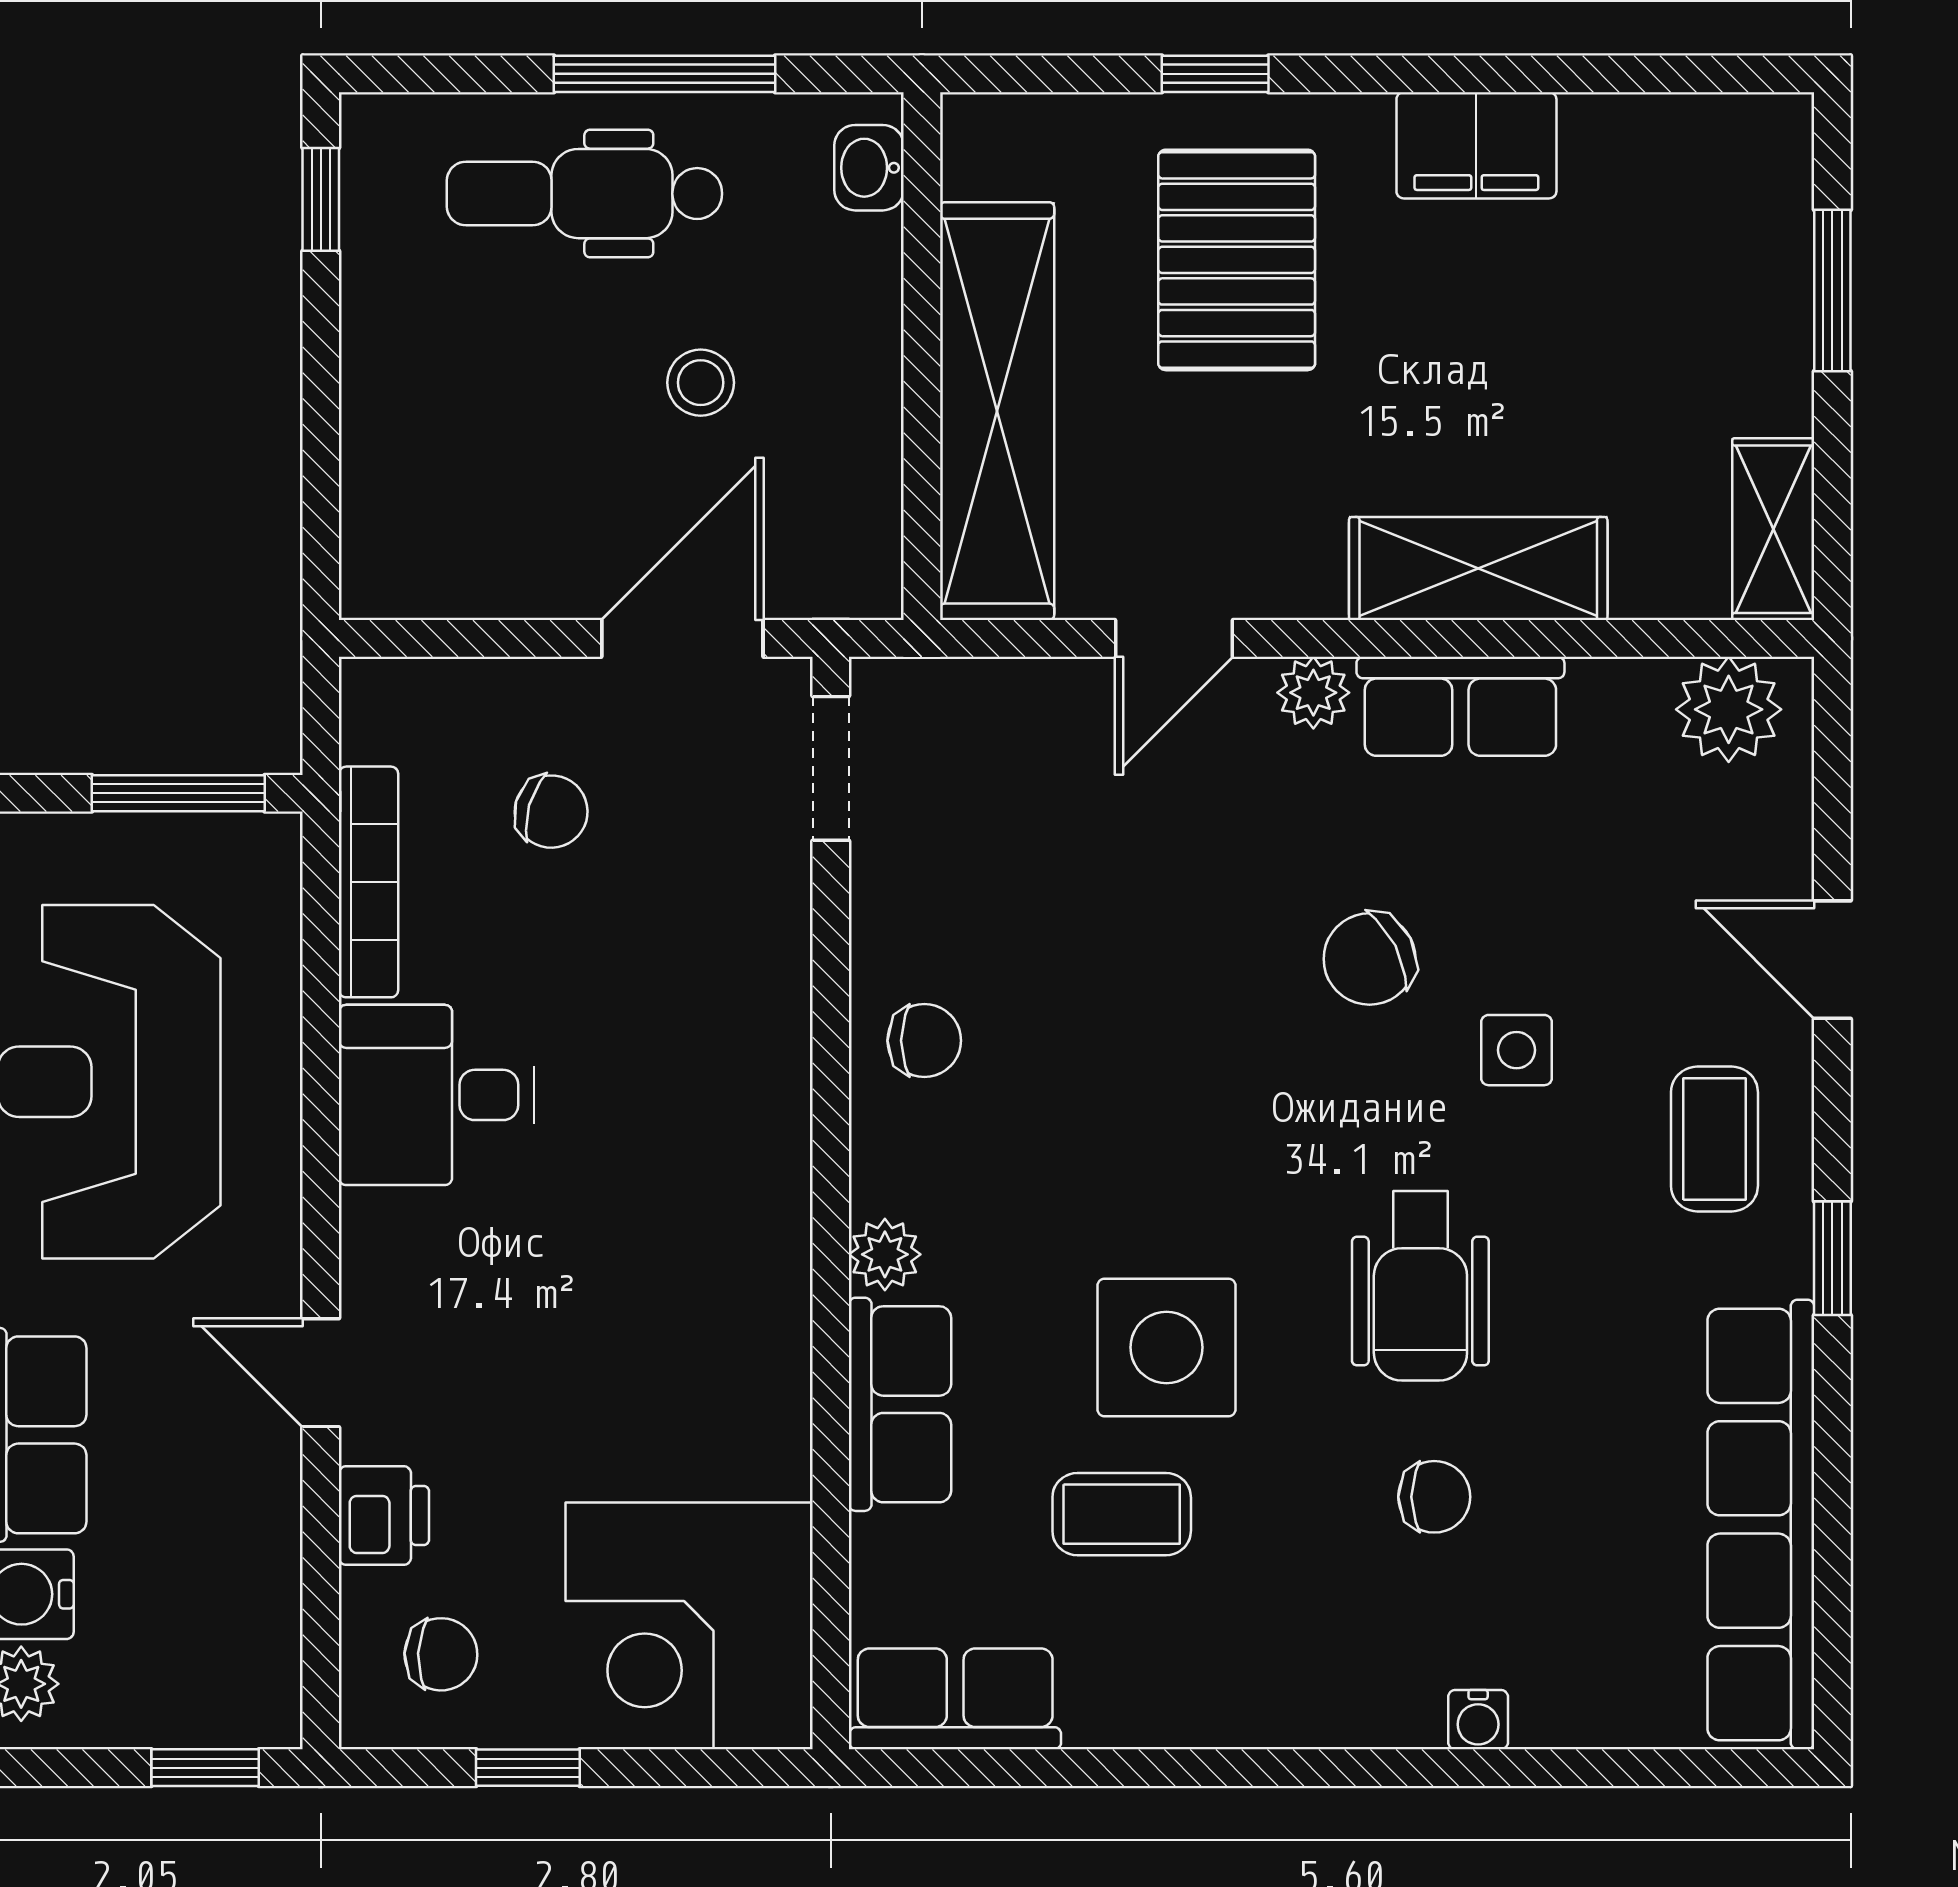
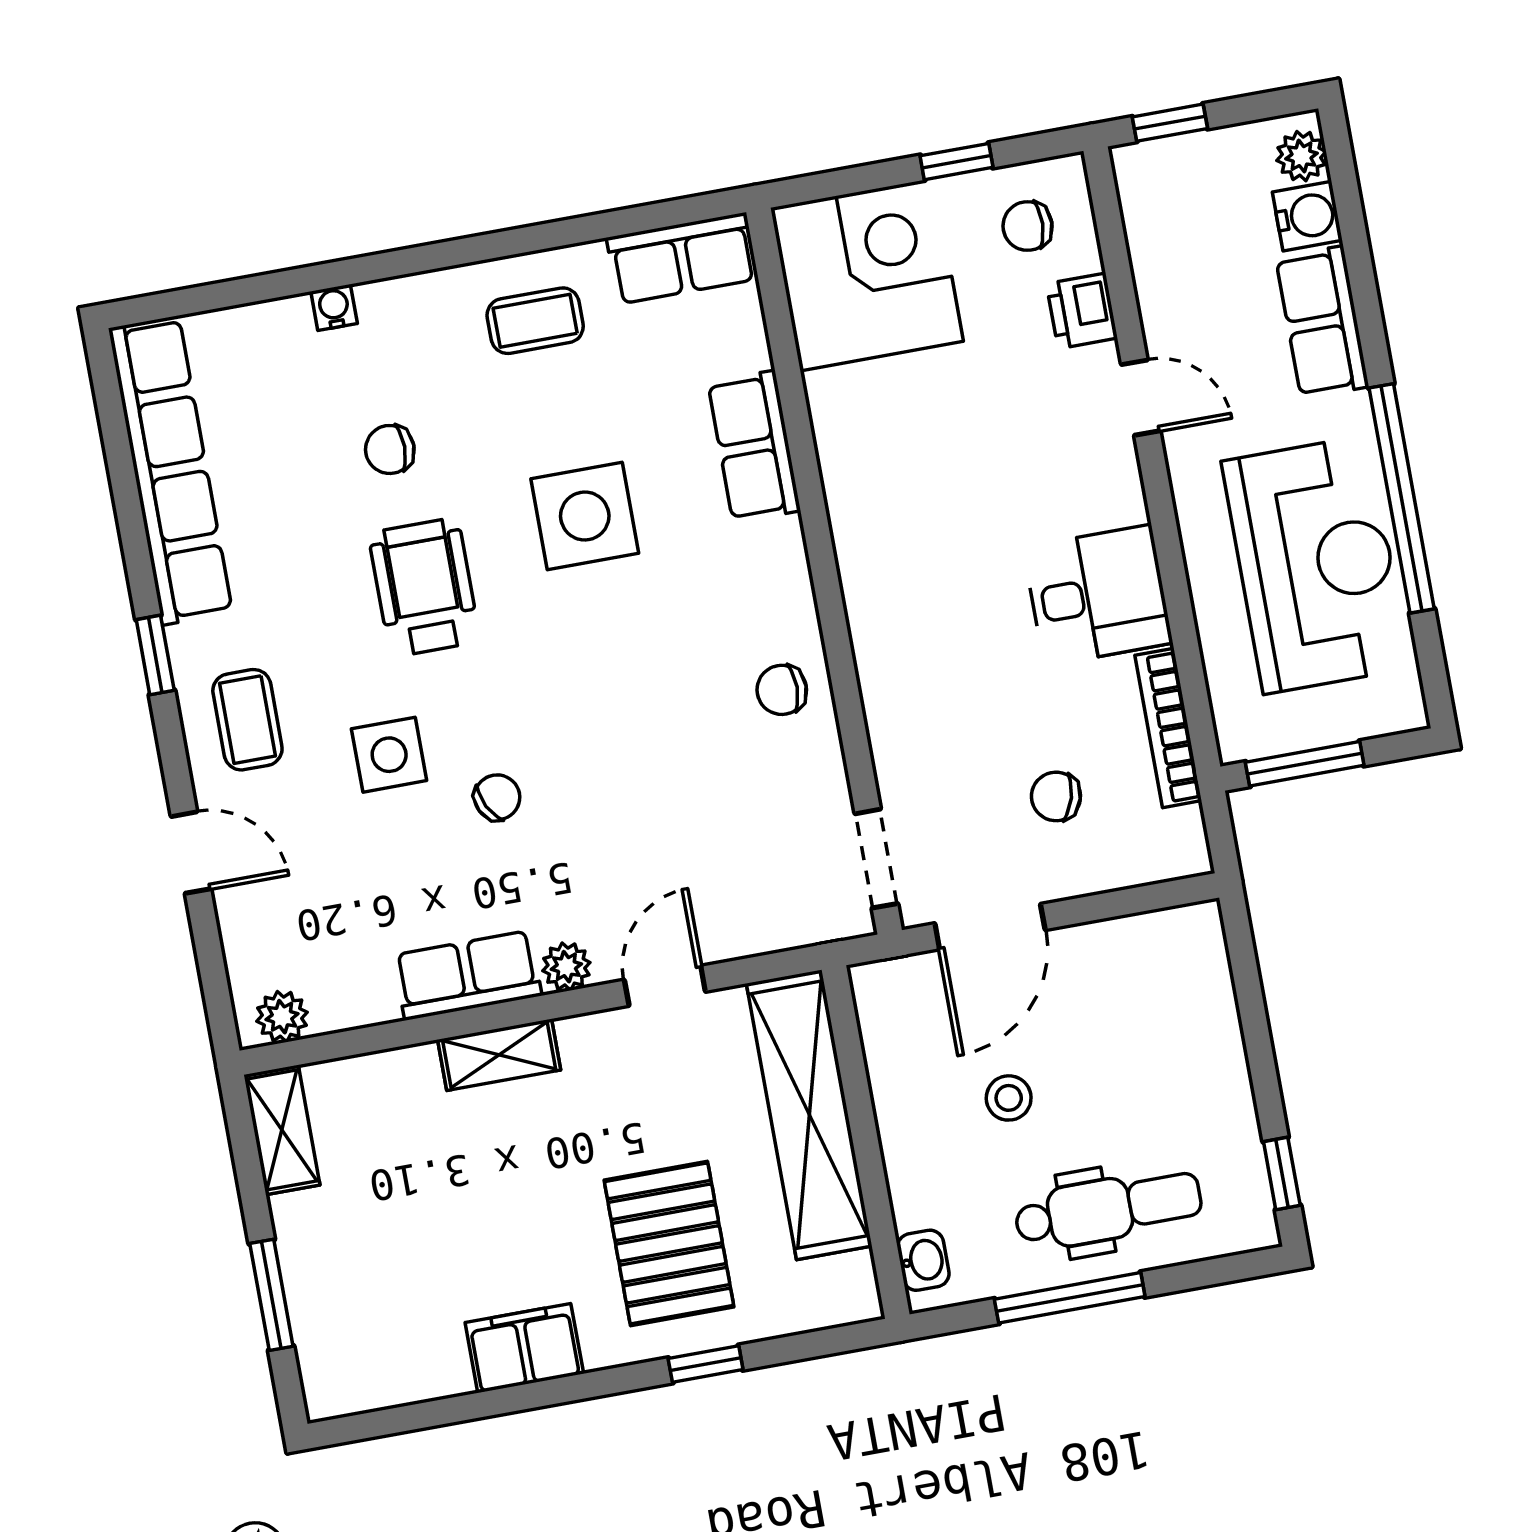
shelving: (1478, 569) -> (499, 1055), width x0.67, depth x0.75
plant: (1729, 709) -> (282, 1017), width x0.73, depth x0.73
chair: (1370, 959) -> (497, 797), width x0.73, depth x0.73
side table: (1516, 1050) -> (389, 755), width x1.37, depth x1.37
plant: (885, 1254) -> (782, 544), removed
coffee table: (1122, 1514) -> (535, 321), moved

